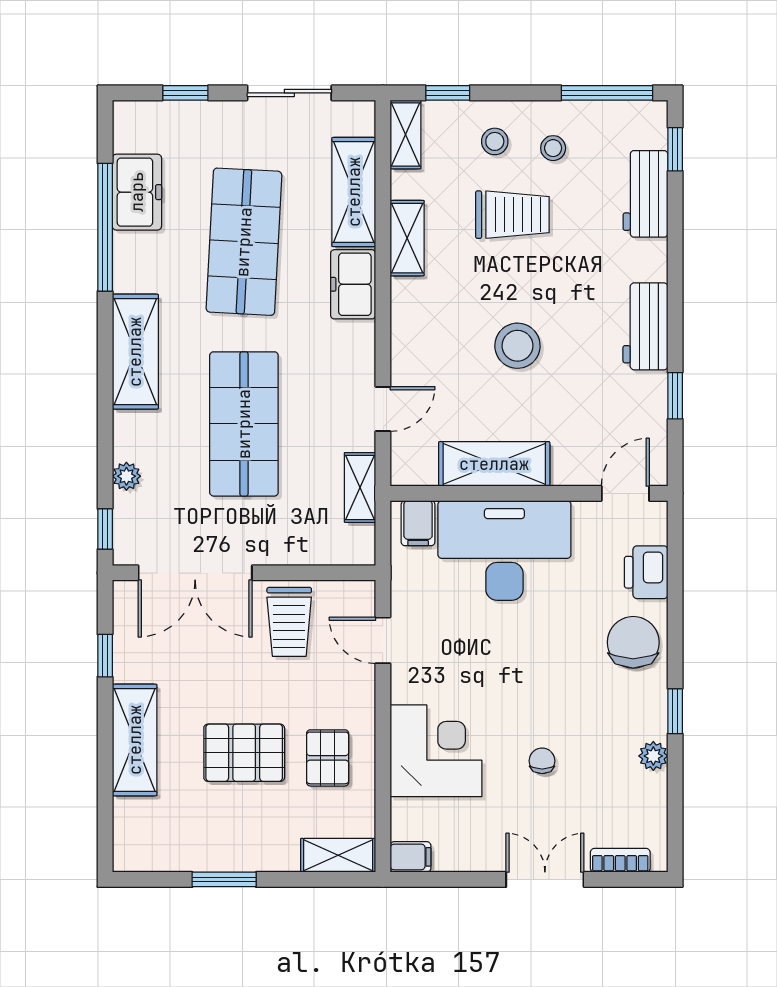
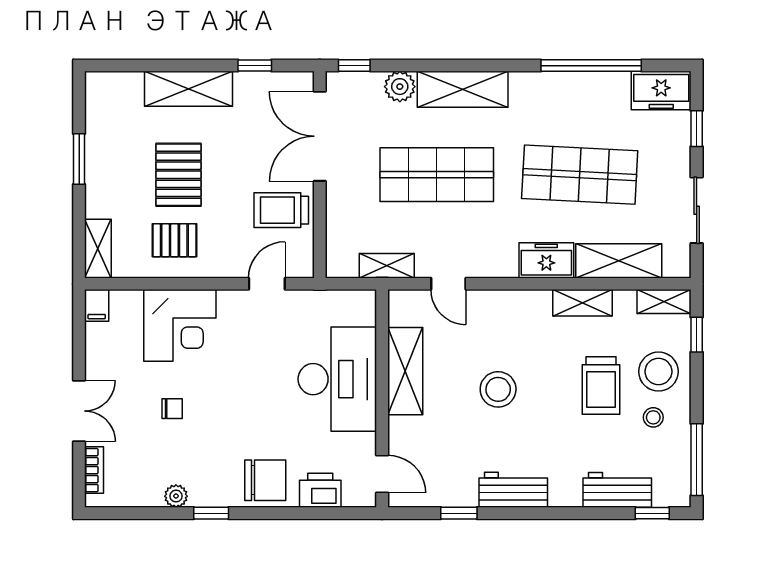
stool: (495, 141) -> (658, 372), width x1.89, depth x1.89
freezer: (137, 192) -> (661, 91), moved
shelving: (135, 352) -> (463, 89), moved
plant: (126, 476) -> (400, 87), width x1.38, depth x1.38
filing cabinet: (418, 523) -> (359, 311), removed

